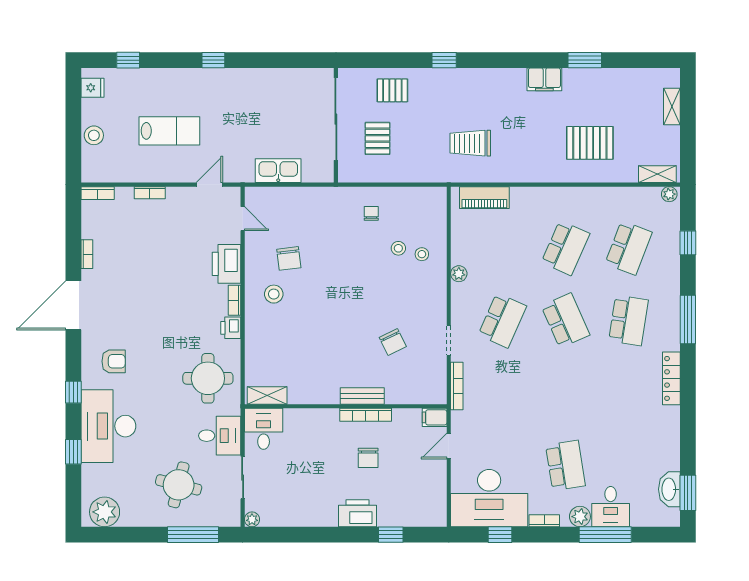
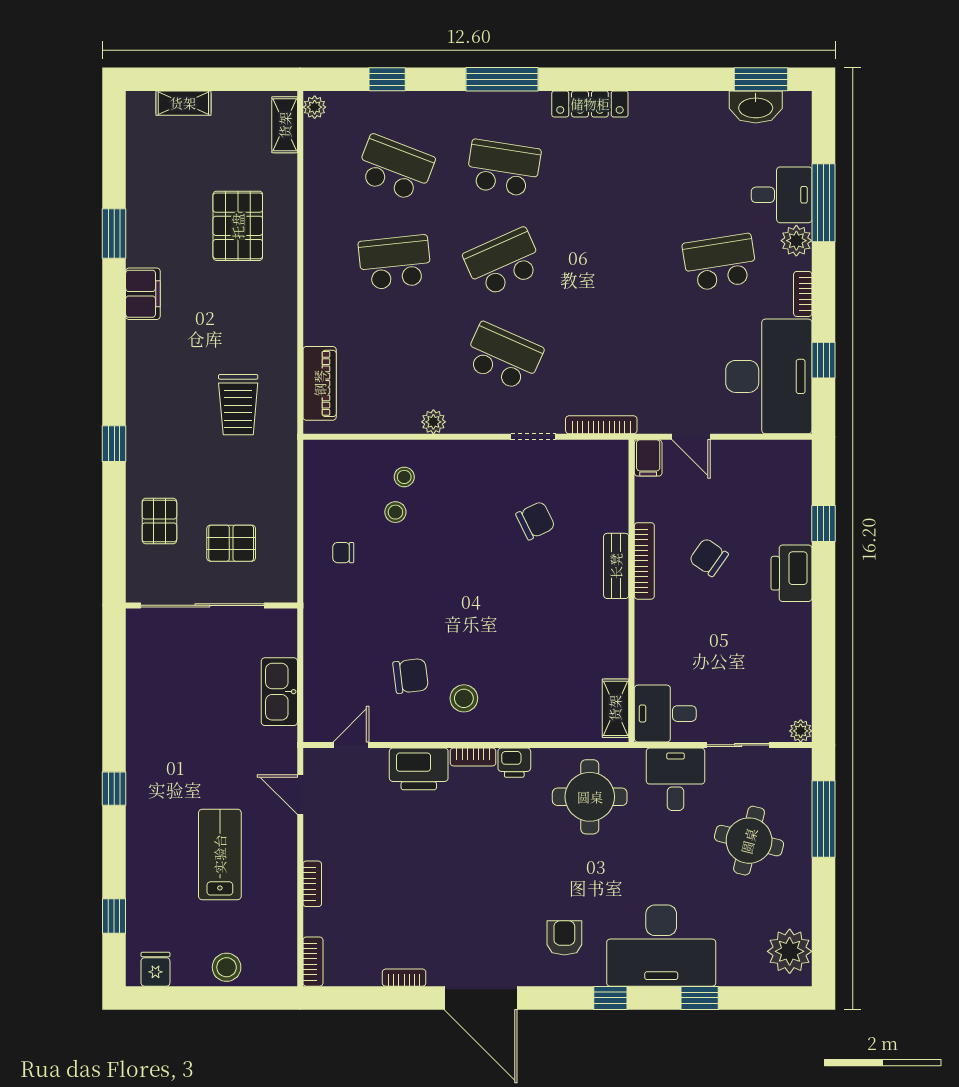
school desk: (565, 248) -> (395, 262), turned -30
chair: (368, 458) -> (709, 557), turned -145

